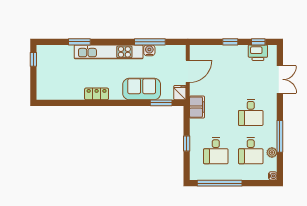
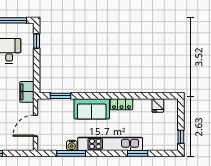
sofa: (142, 89) -> (92, 109), moved
fridge: (180, 93) -> (158, 106), moved
window: (187, 143) -> (37, 41), moved

